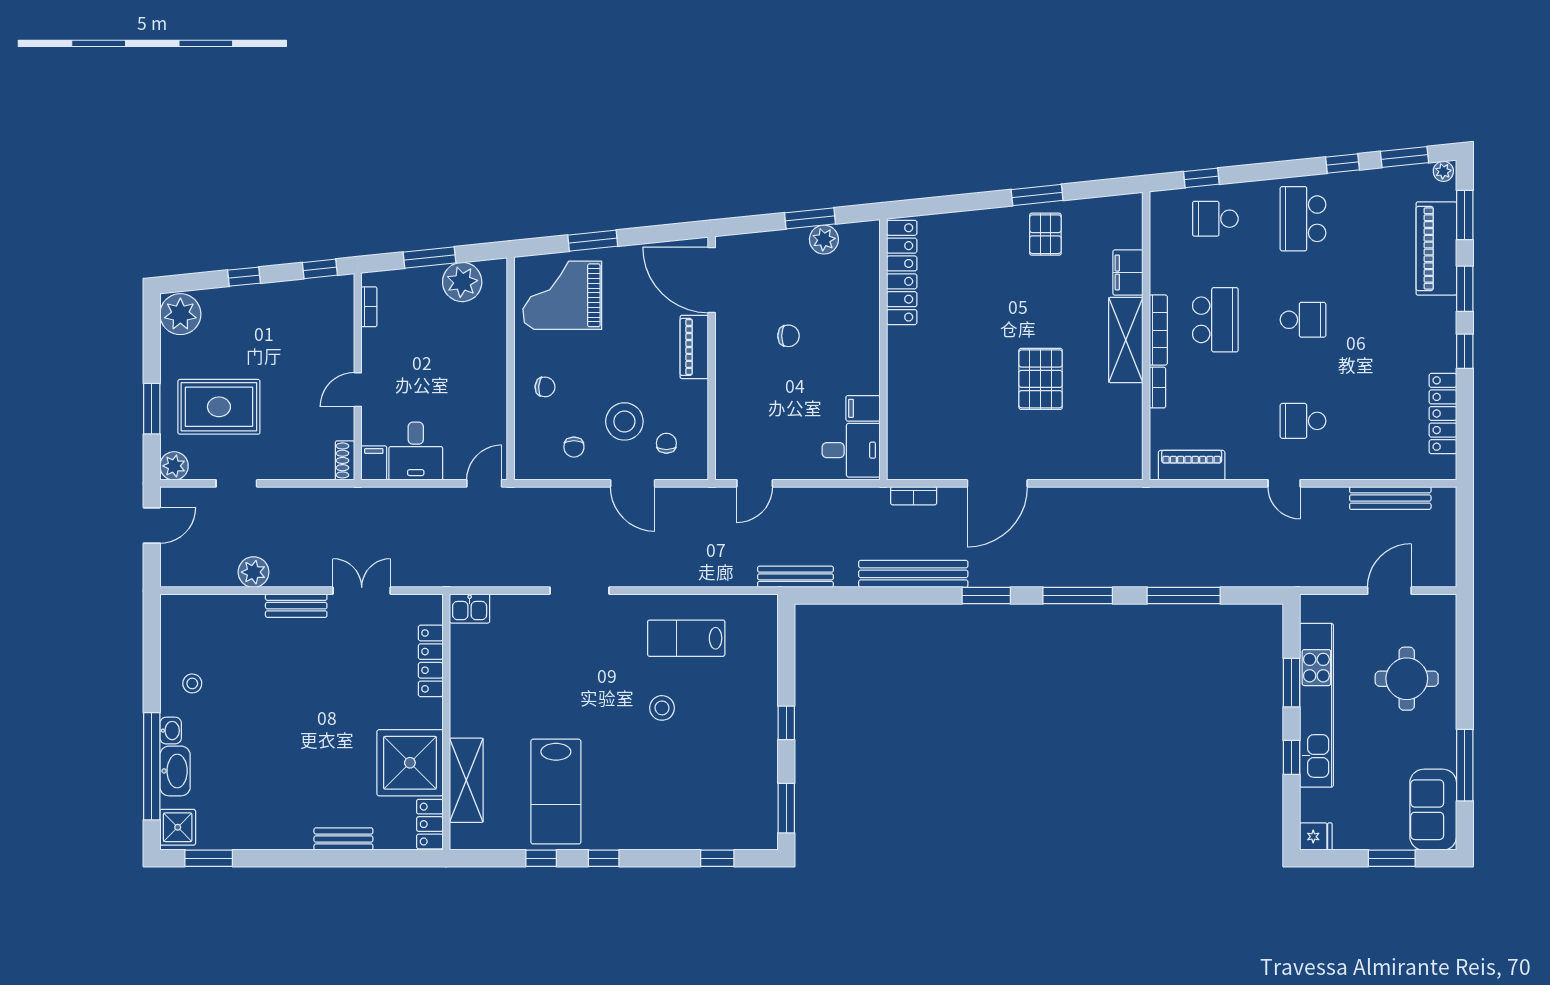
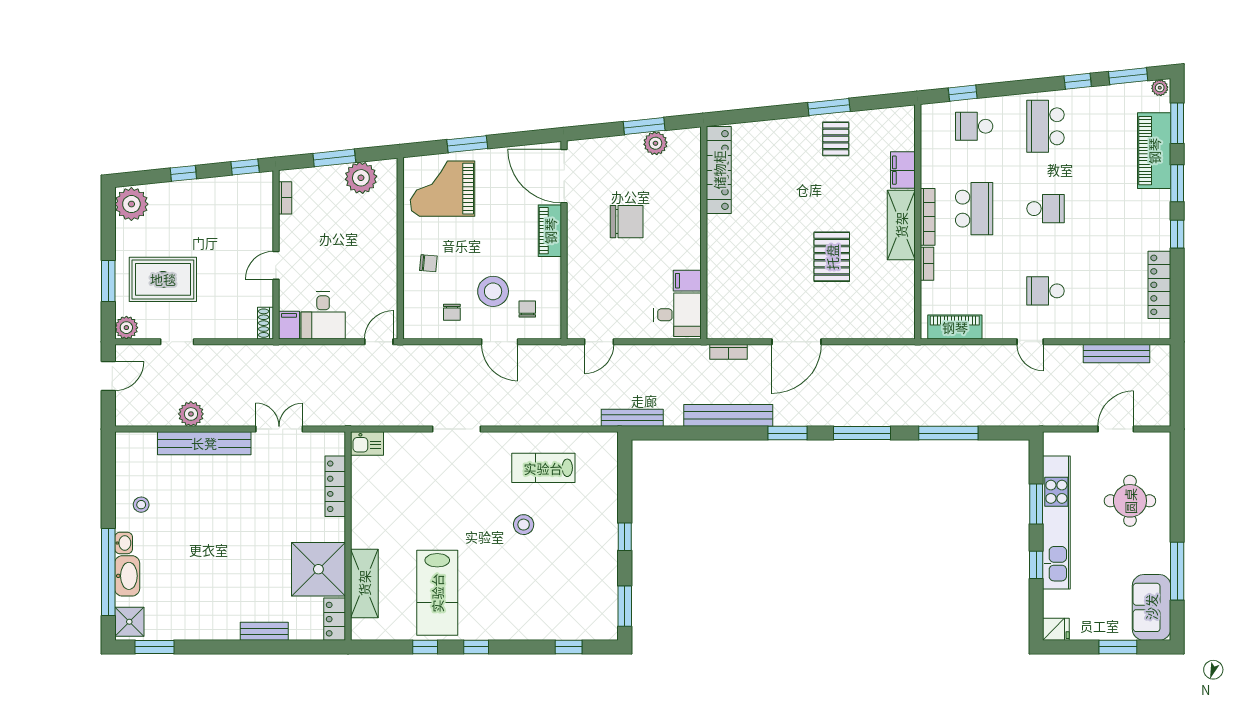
chair: (788, 336) -> (627, 222), width x1.87, depth x1.87
bench: (296, 606) -> (204, 443), width x1.86, depth x1.21

